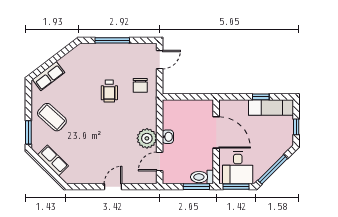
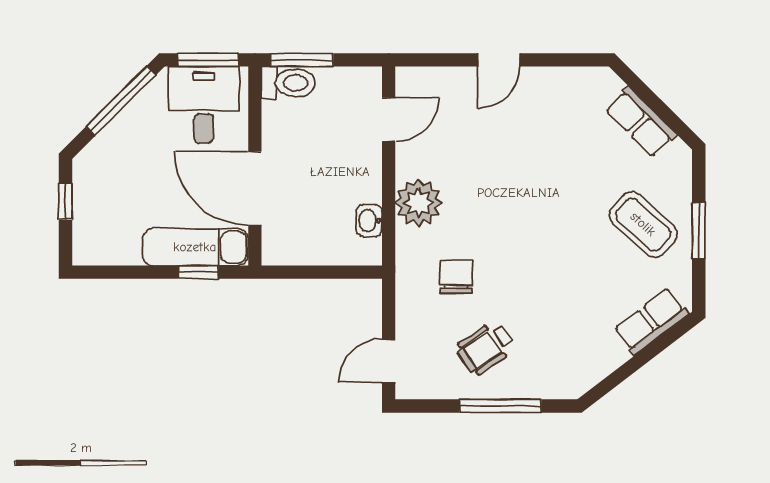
chair: (140, 85) -> (456, 277), moved
wheelchair: (109, 91) -> (485, 348), moved, turned -124
window: (261, 97) -> (198, 272), moved
exam couch: (271, 108) -> (195, 247), moved
window: (28, 132) -> (699, 231), moved
washbasin: (168, 137) -> (369, 221), moved
plant: (147, 138) -> (419, 203), moved

